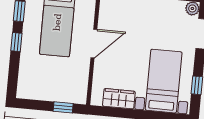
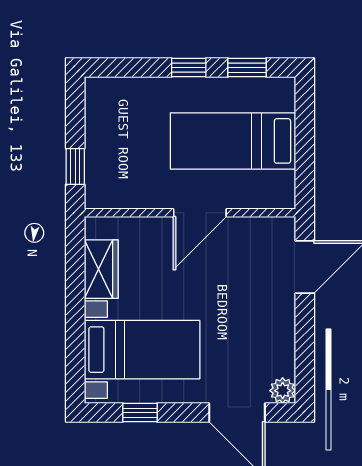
door: (94, 44) -> (200, 213), hinge flipped

